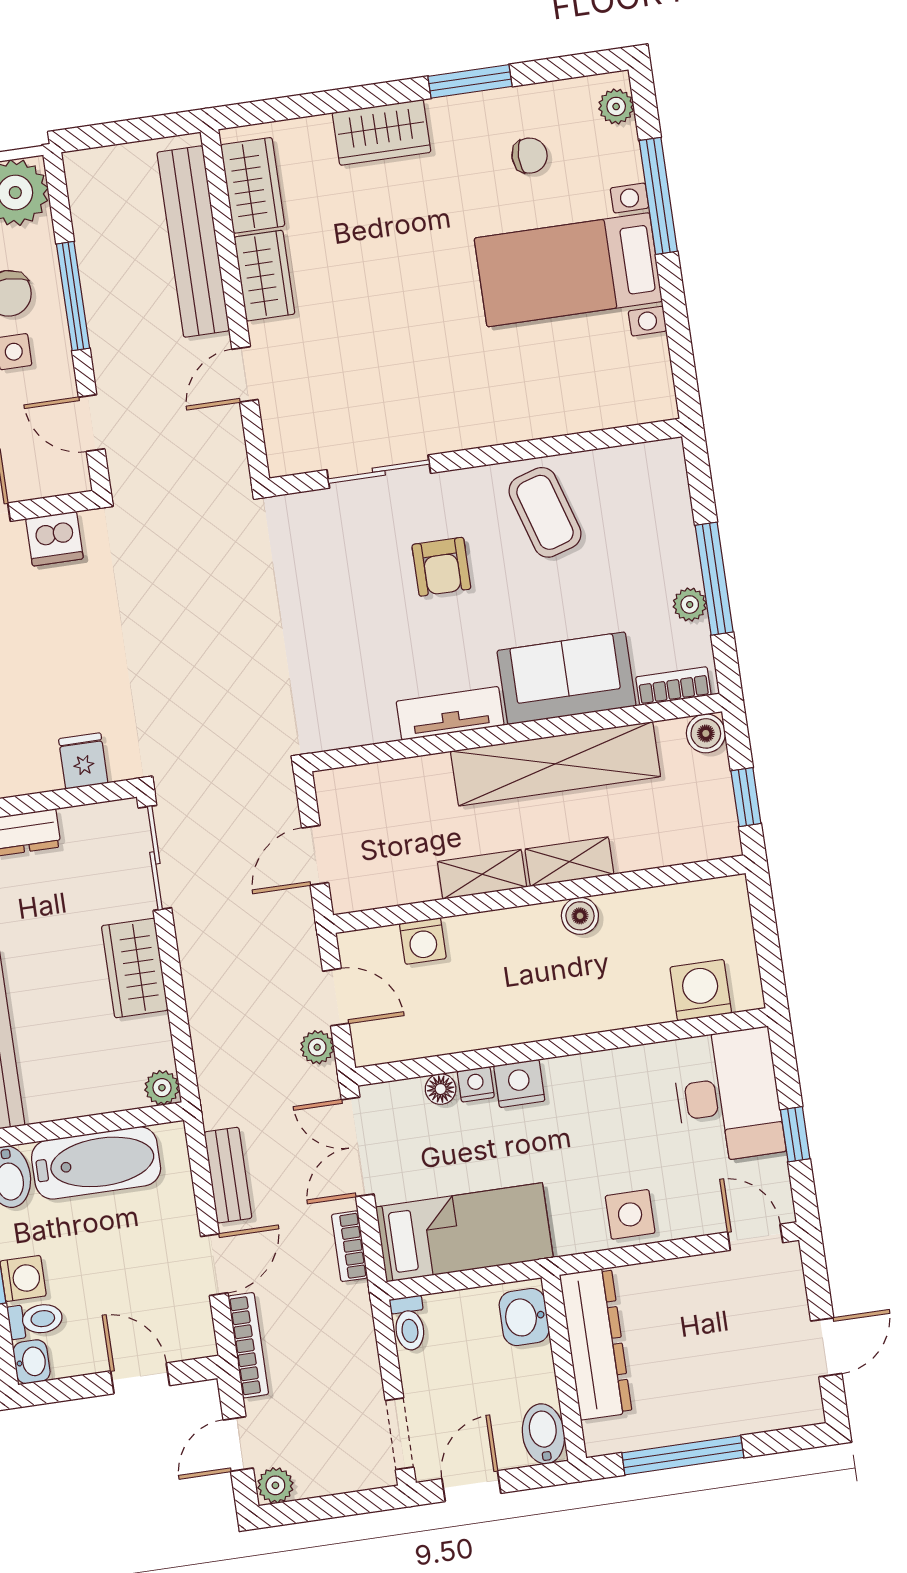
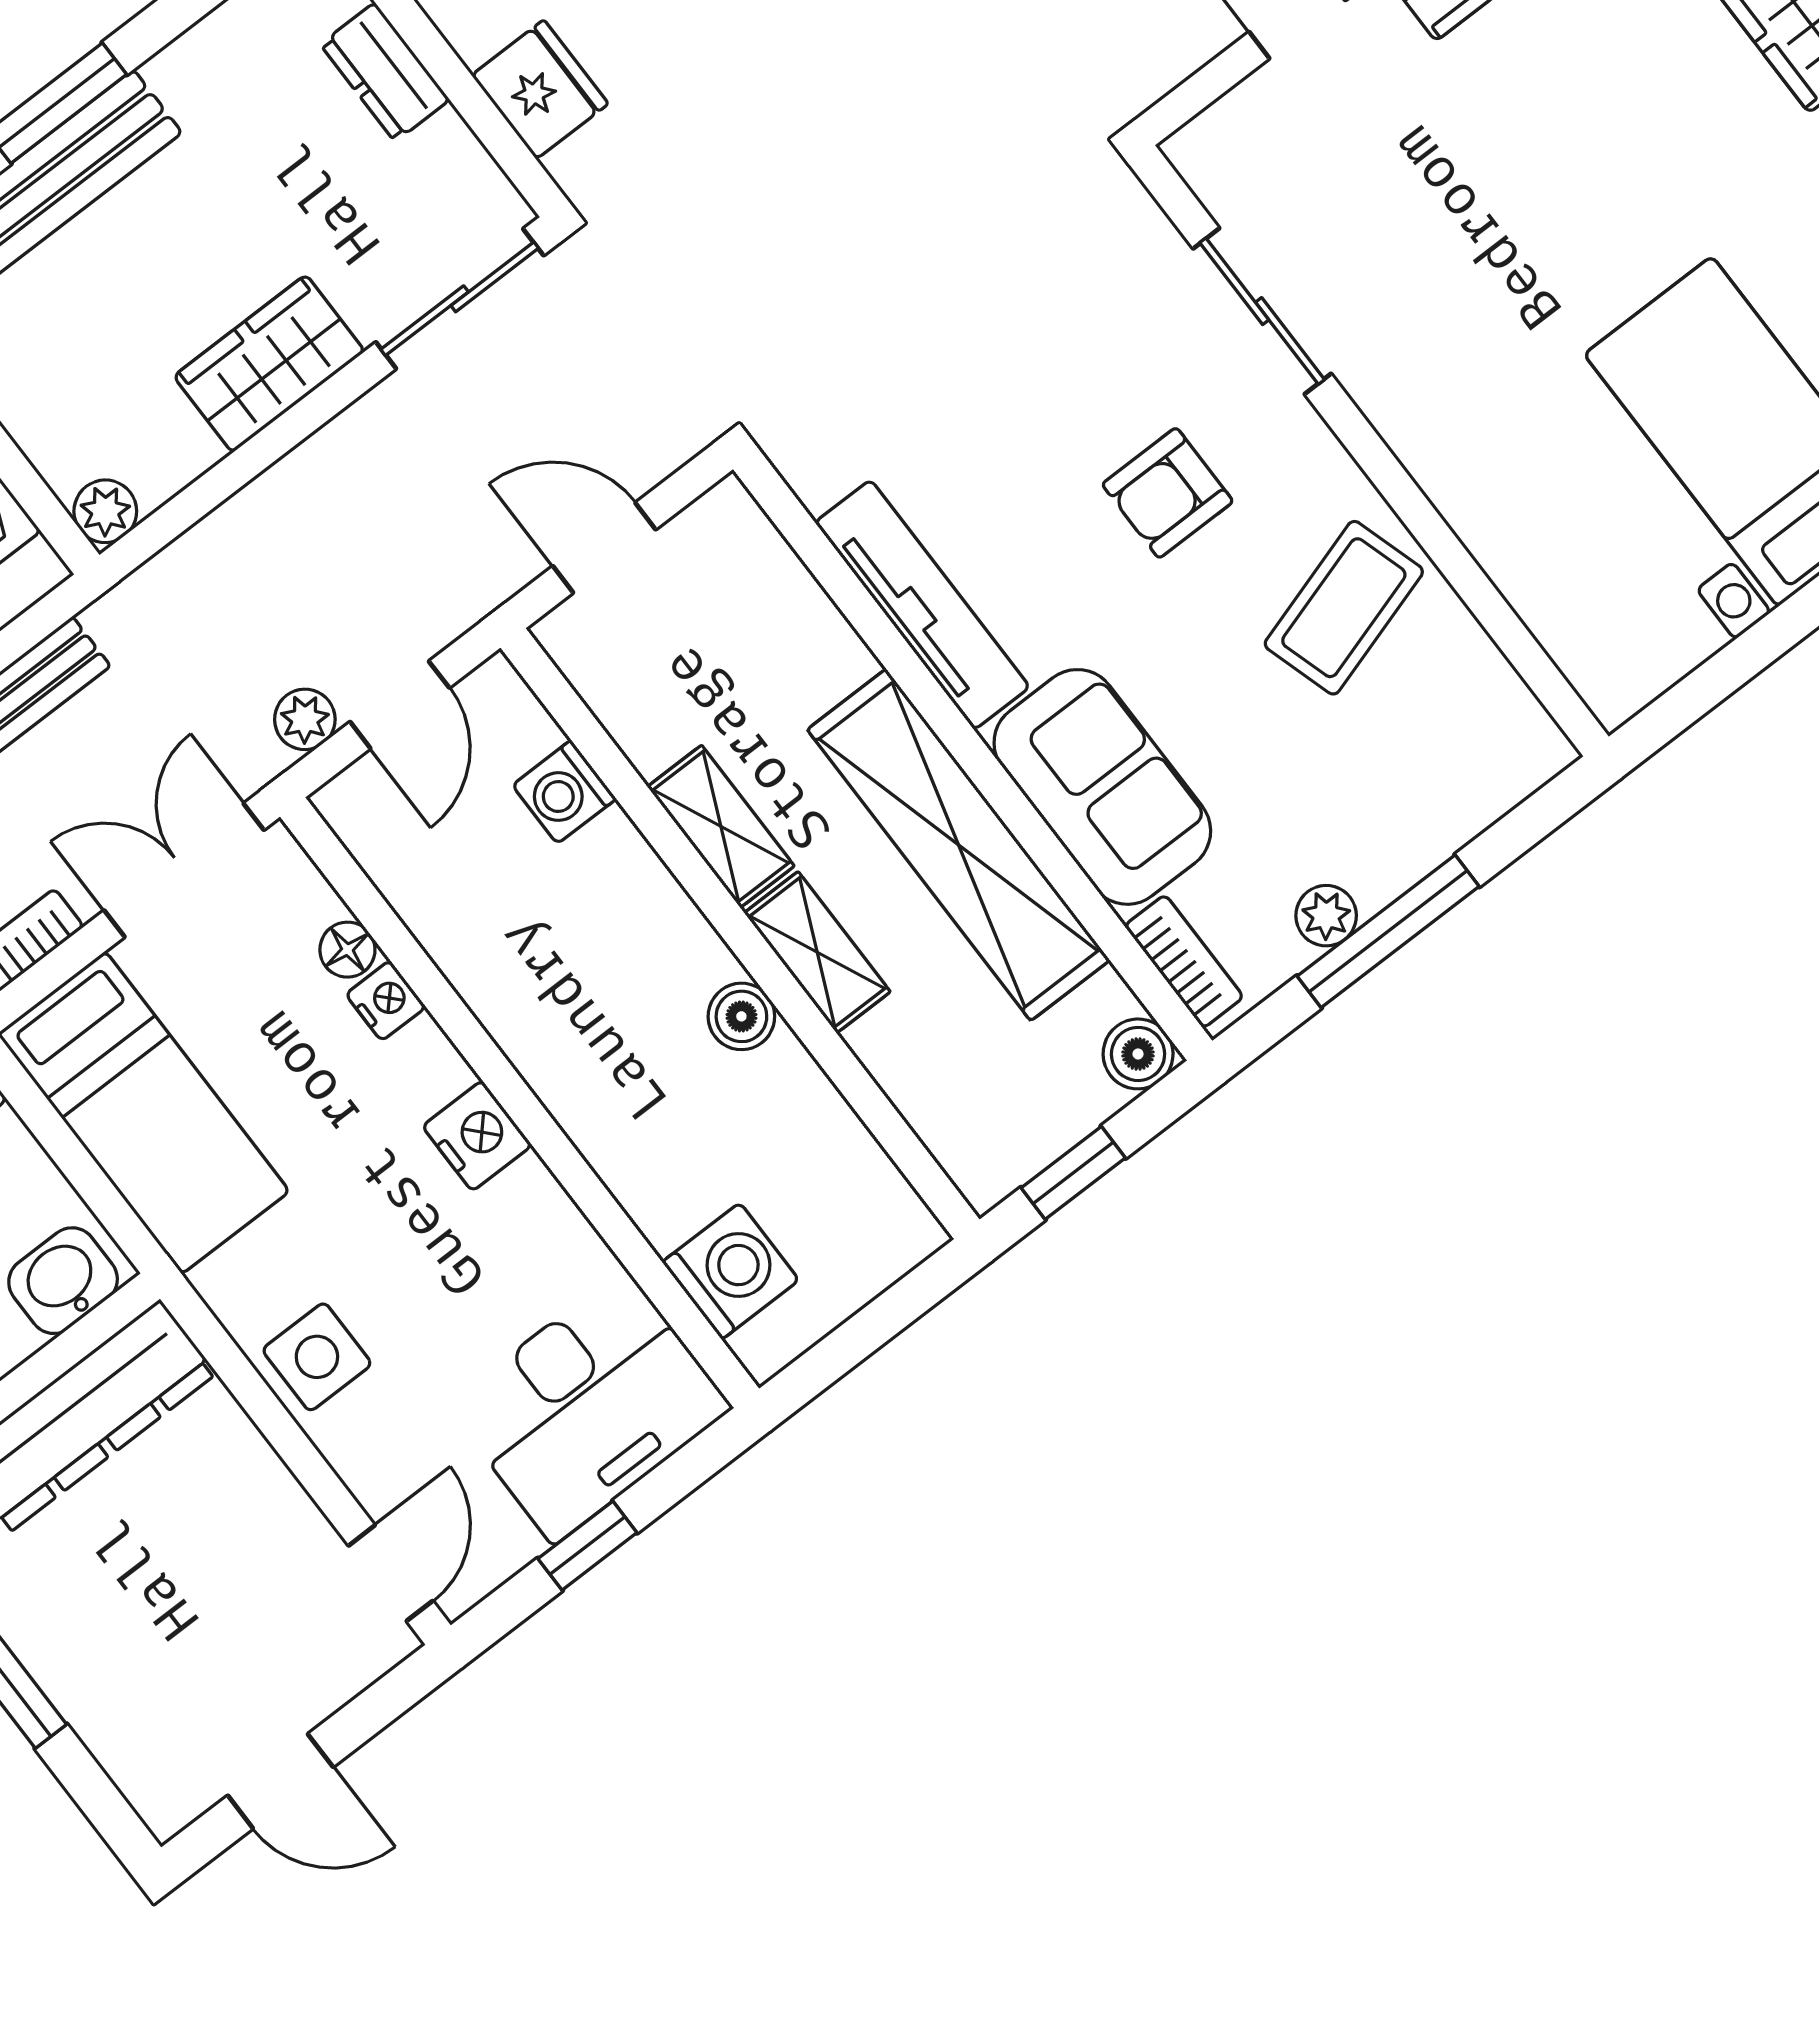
tv unit: (450, 713) -> (922, 605), width x1.41
fridge: (83, 761) -> (540, 89), width x1.38
nightstand: (519, 1083) -> (477, 1136), moved

